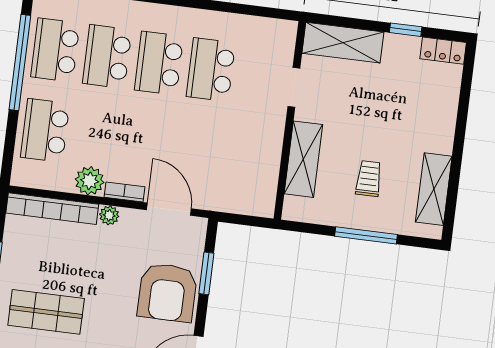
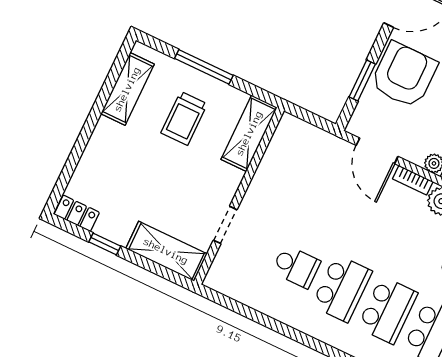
school desk: (211, 70) -> (296, 267), width x0.54
shelving: (303, 159) -> (249, 133), moved
trolley: (369, 179) -> (184, 118), width x1.36, depth x1.39

